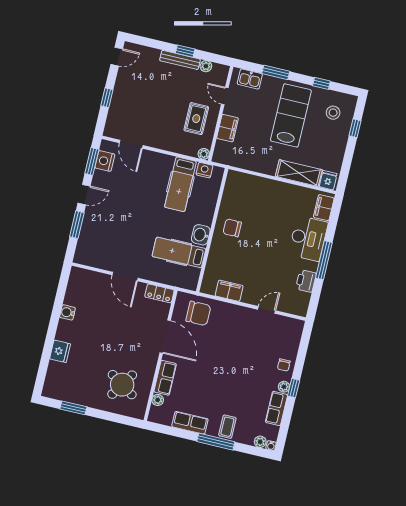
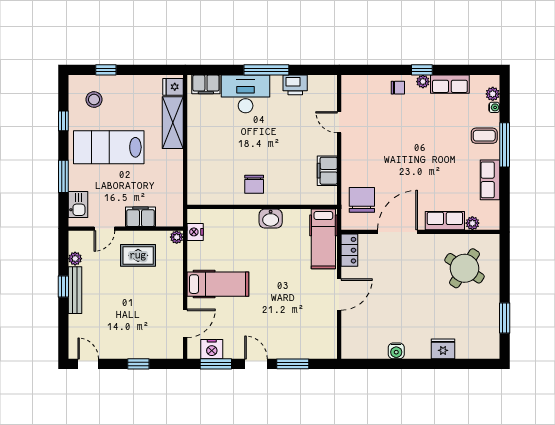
hospital bed: (180, 184) -> (218, 284), moved
hospital bed: (179, 252) -> (323, 239), moved
water cooler: (271, 446) -> (494, 107), moved

